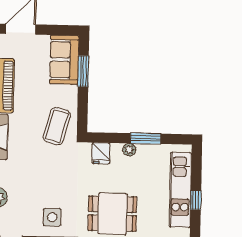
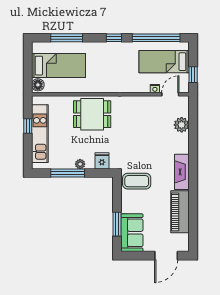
coffee table: (57, 126) -> (137, 181), turned 75
window: (146, 138) -> (68, 173), width x1.44
side table: (52, 217) -> (139, 111), removed

